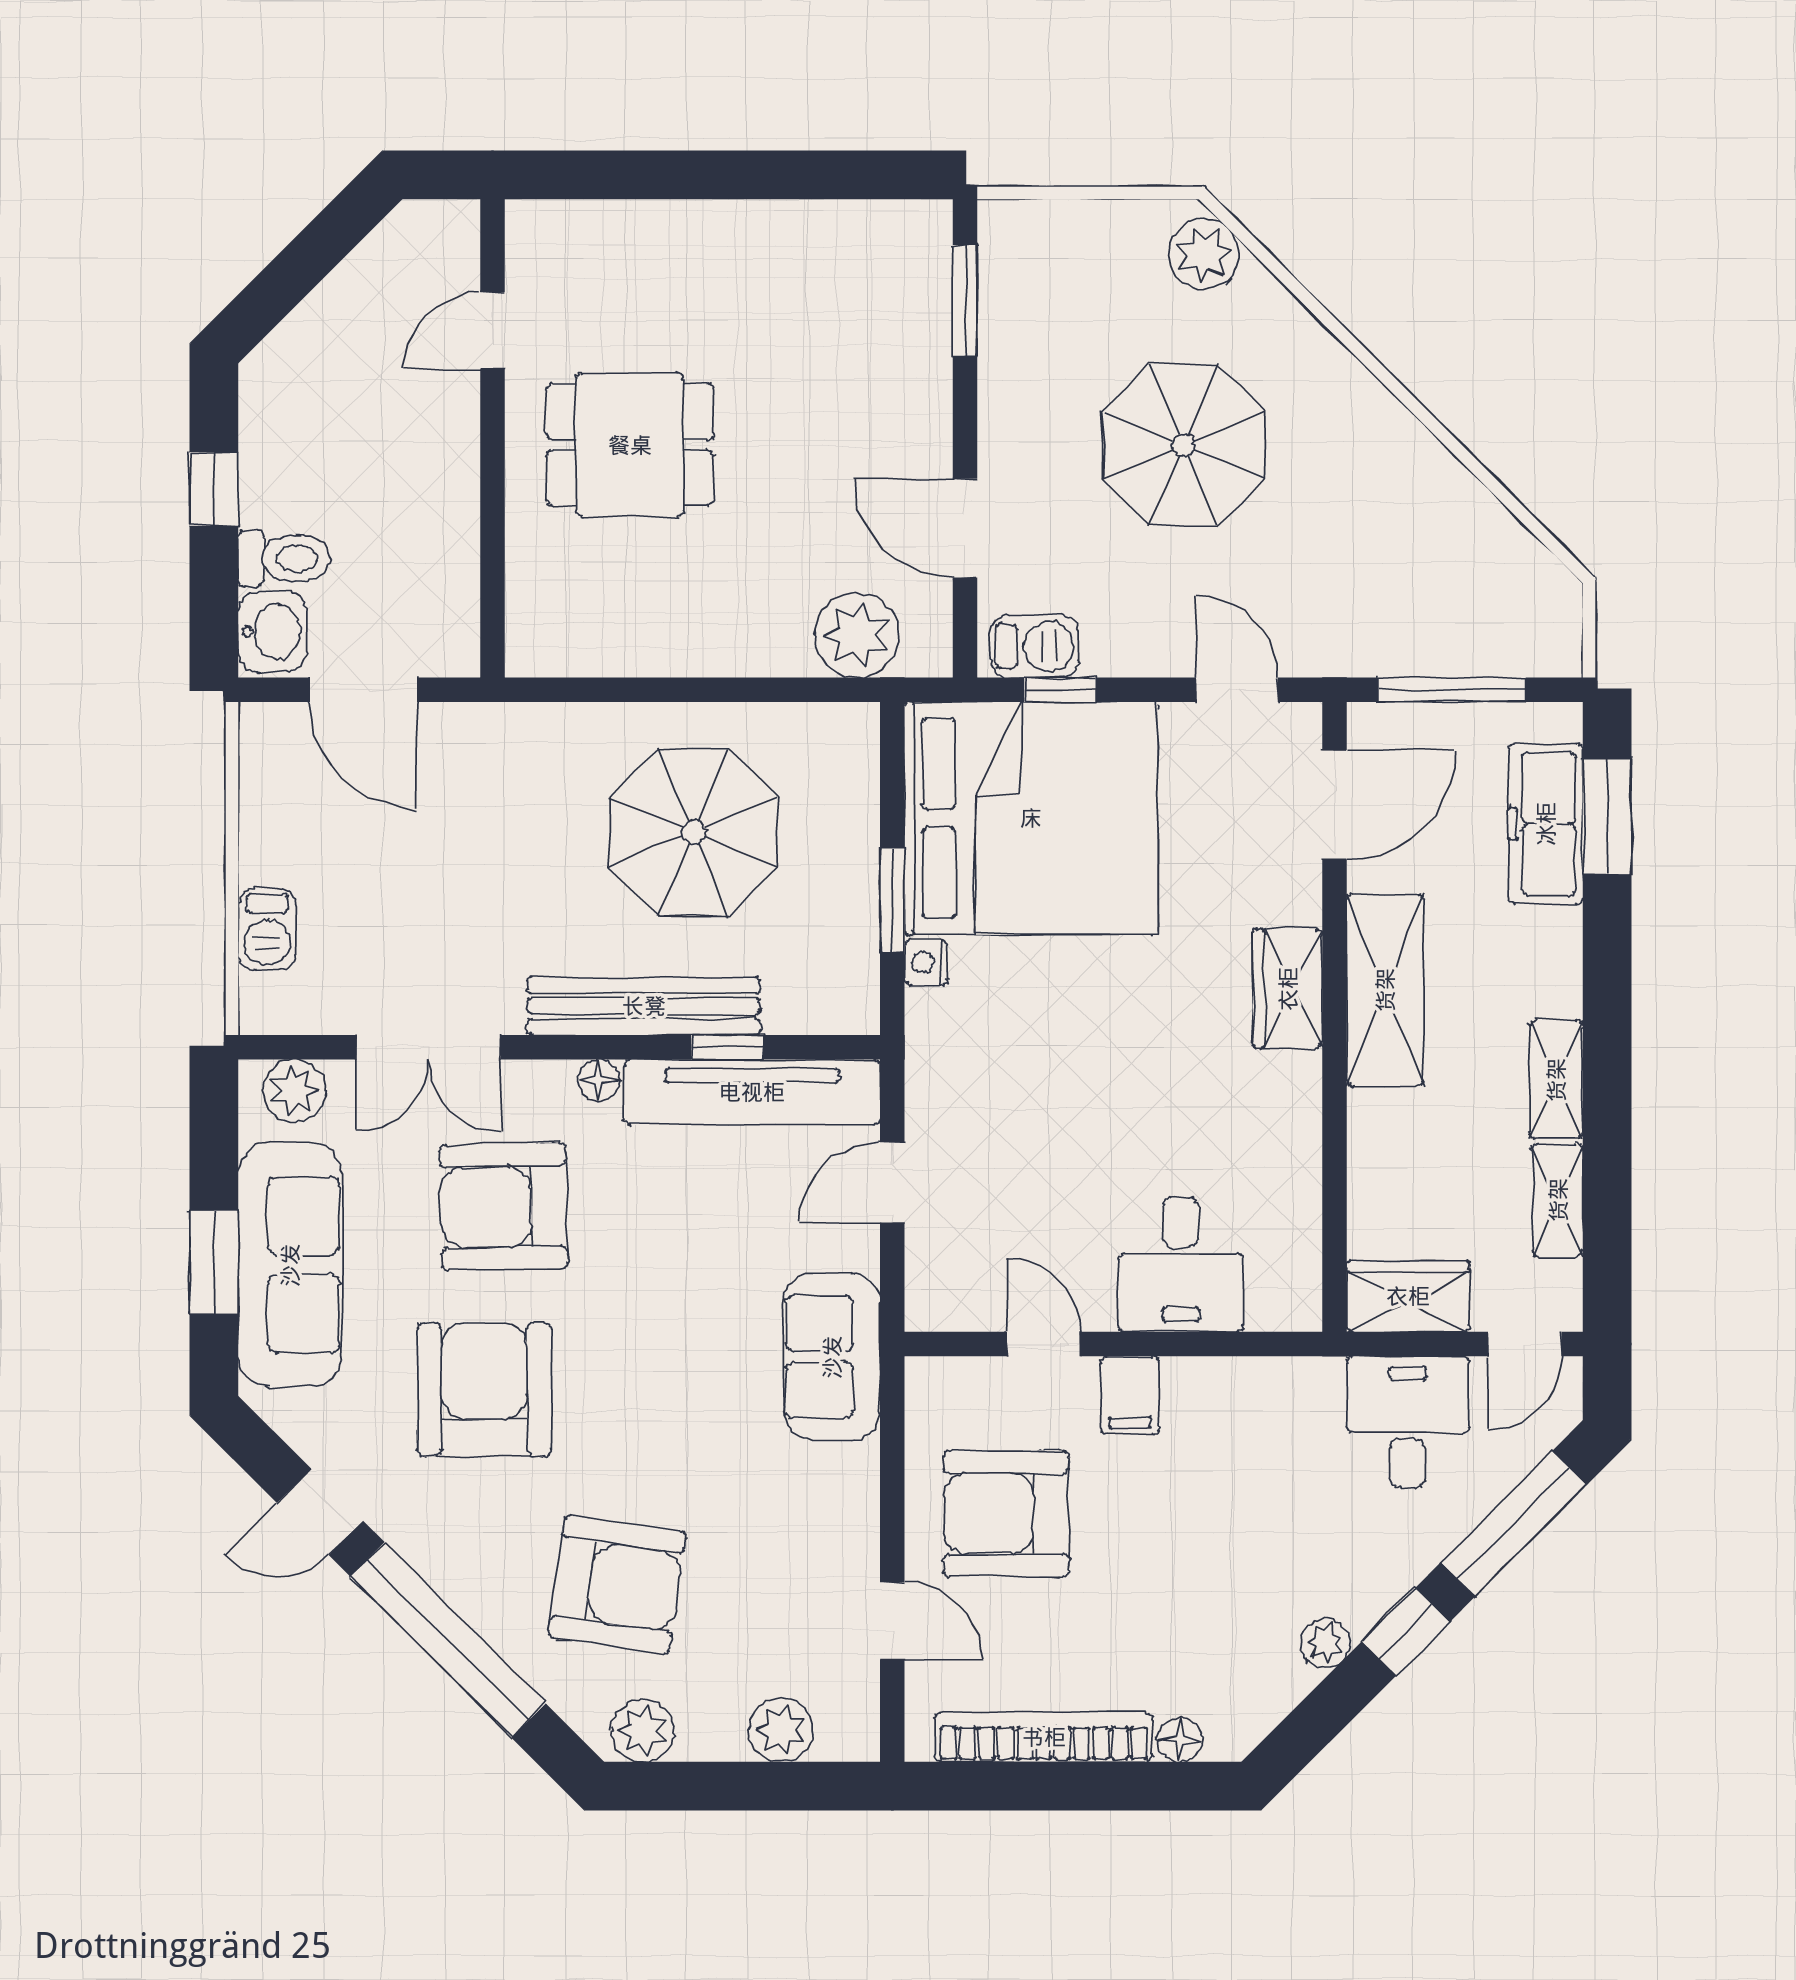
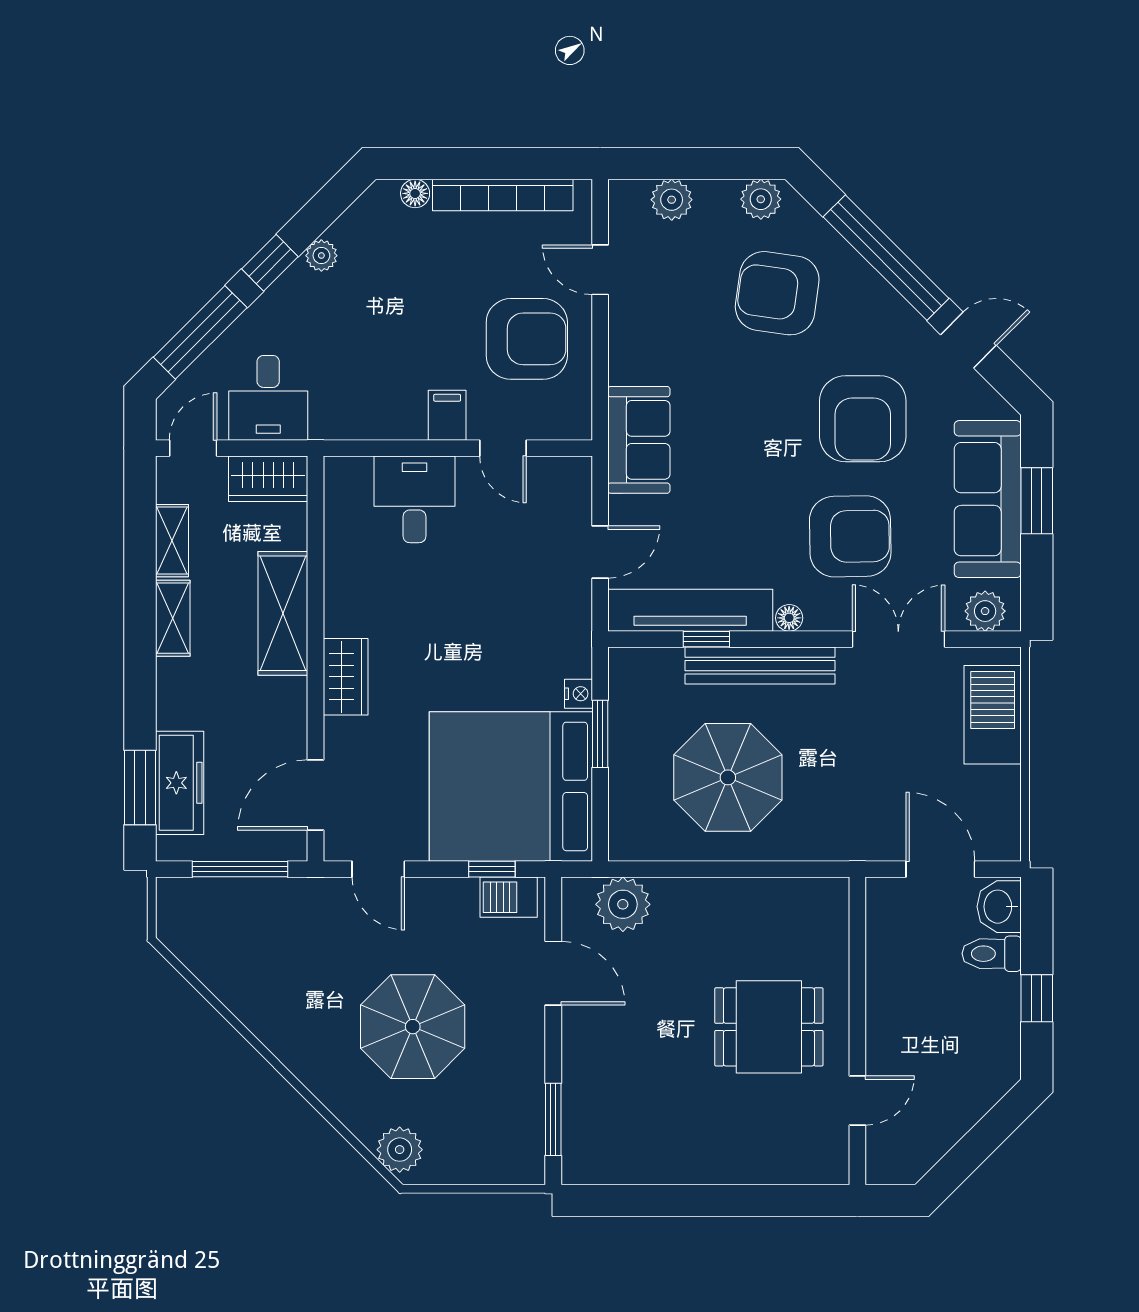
barbecue: (267, 930) -> (993, 715), width x1.88, depth x1.53
shelving: (1385, 990) -> (283, 613), moved

